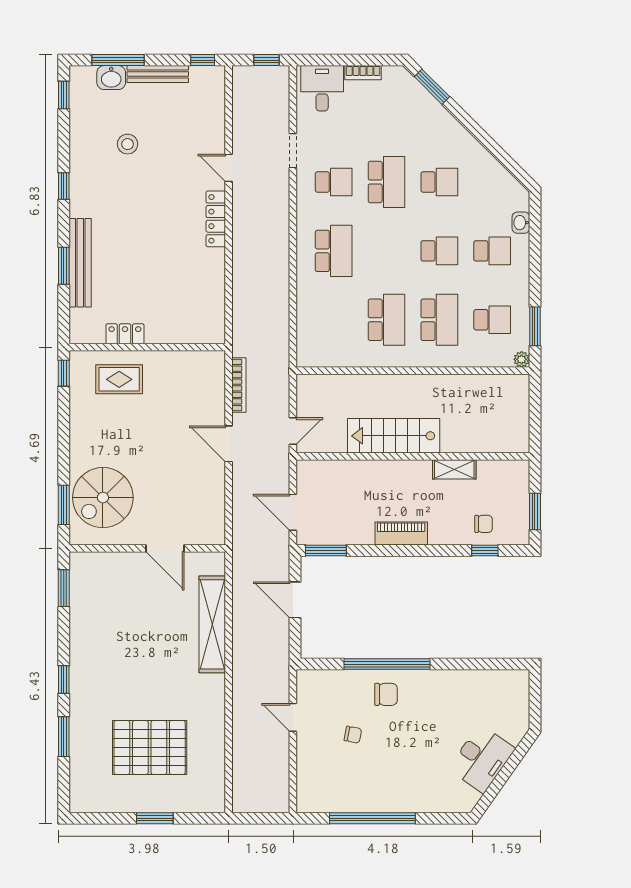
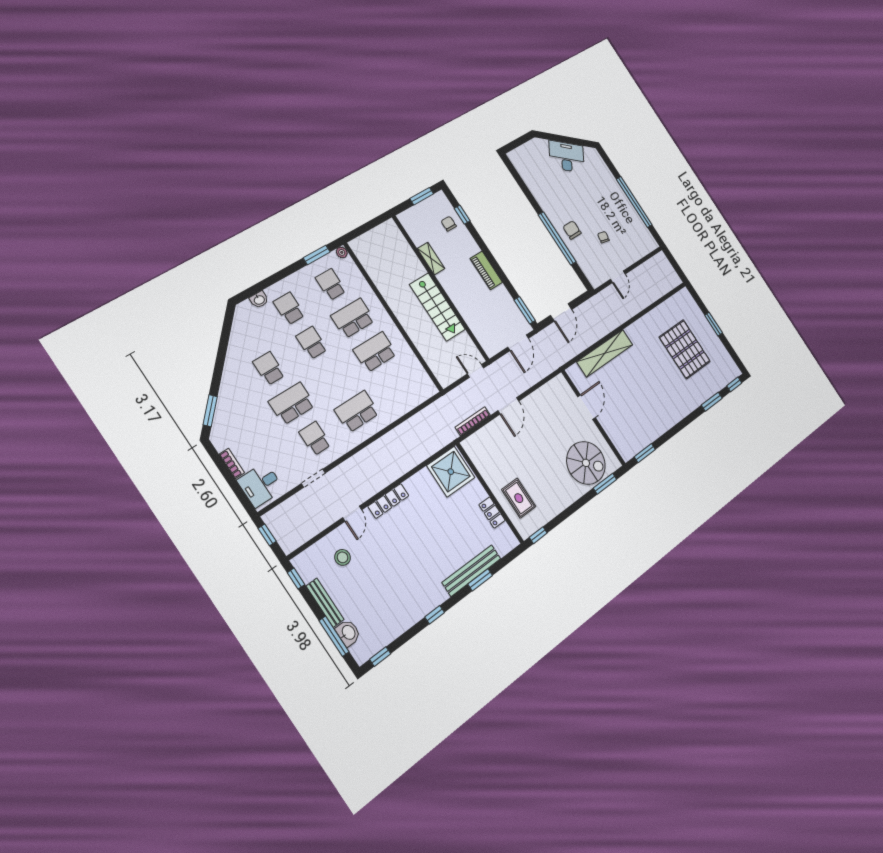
stool: (128, 144) -> (343, 557), moved
shower: (201, 316) -> (451, 472), added
window: (64, 679) -> (734, 384), moved

